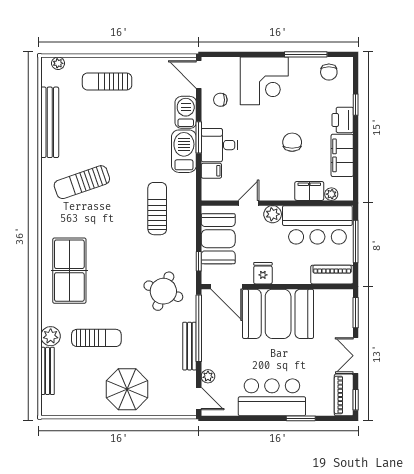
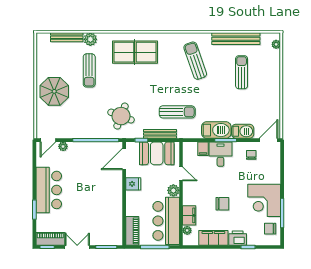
corner desk: (264, 81) -> (264, 200), moved
sun lounger: (107, 82) -> (242, 72), moved
booth: (278, 314) -> (106, 194), removed
bench: (190, 346) -> (160, 134), moved

